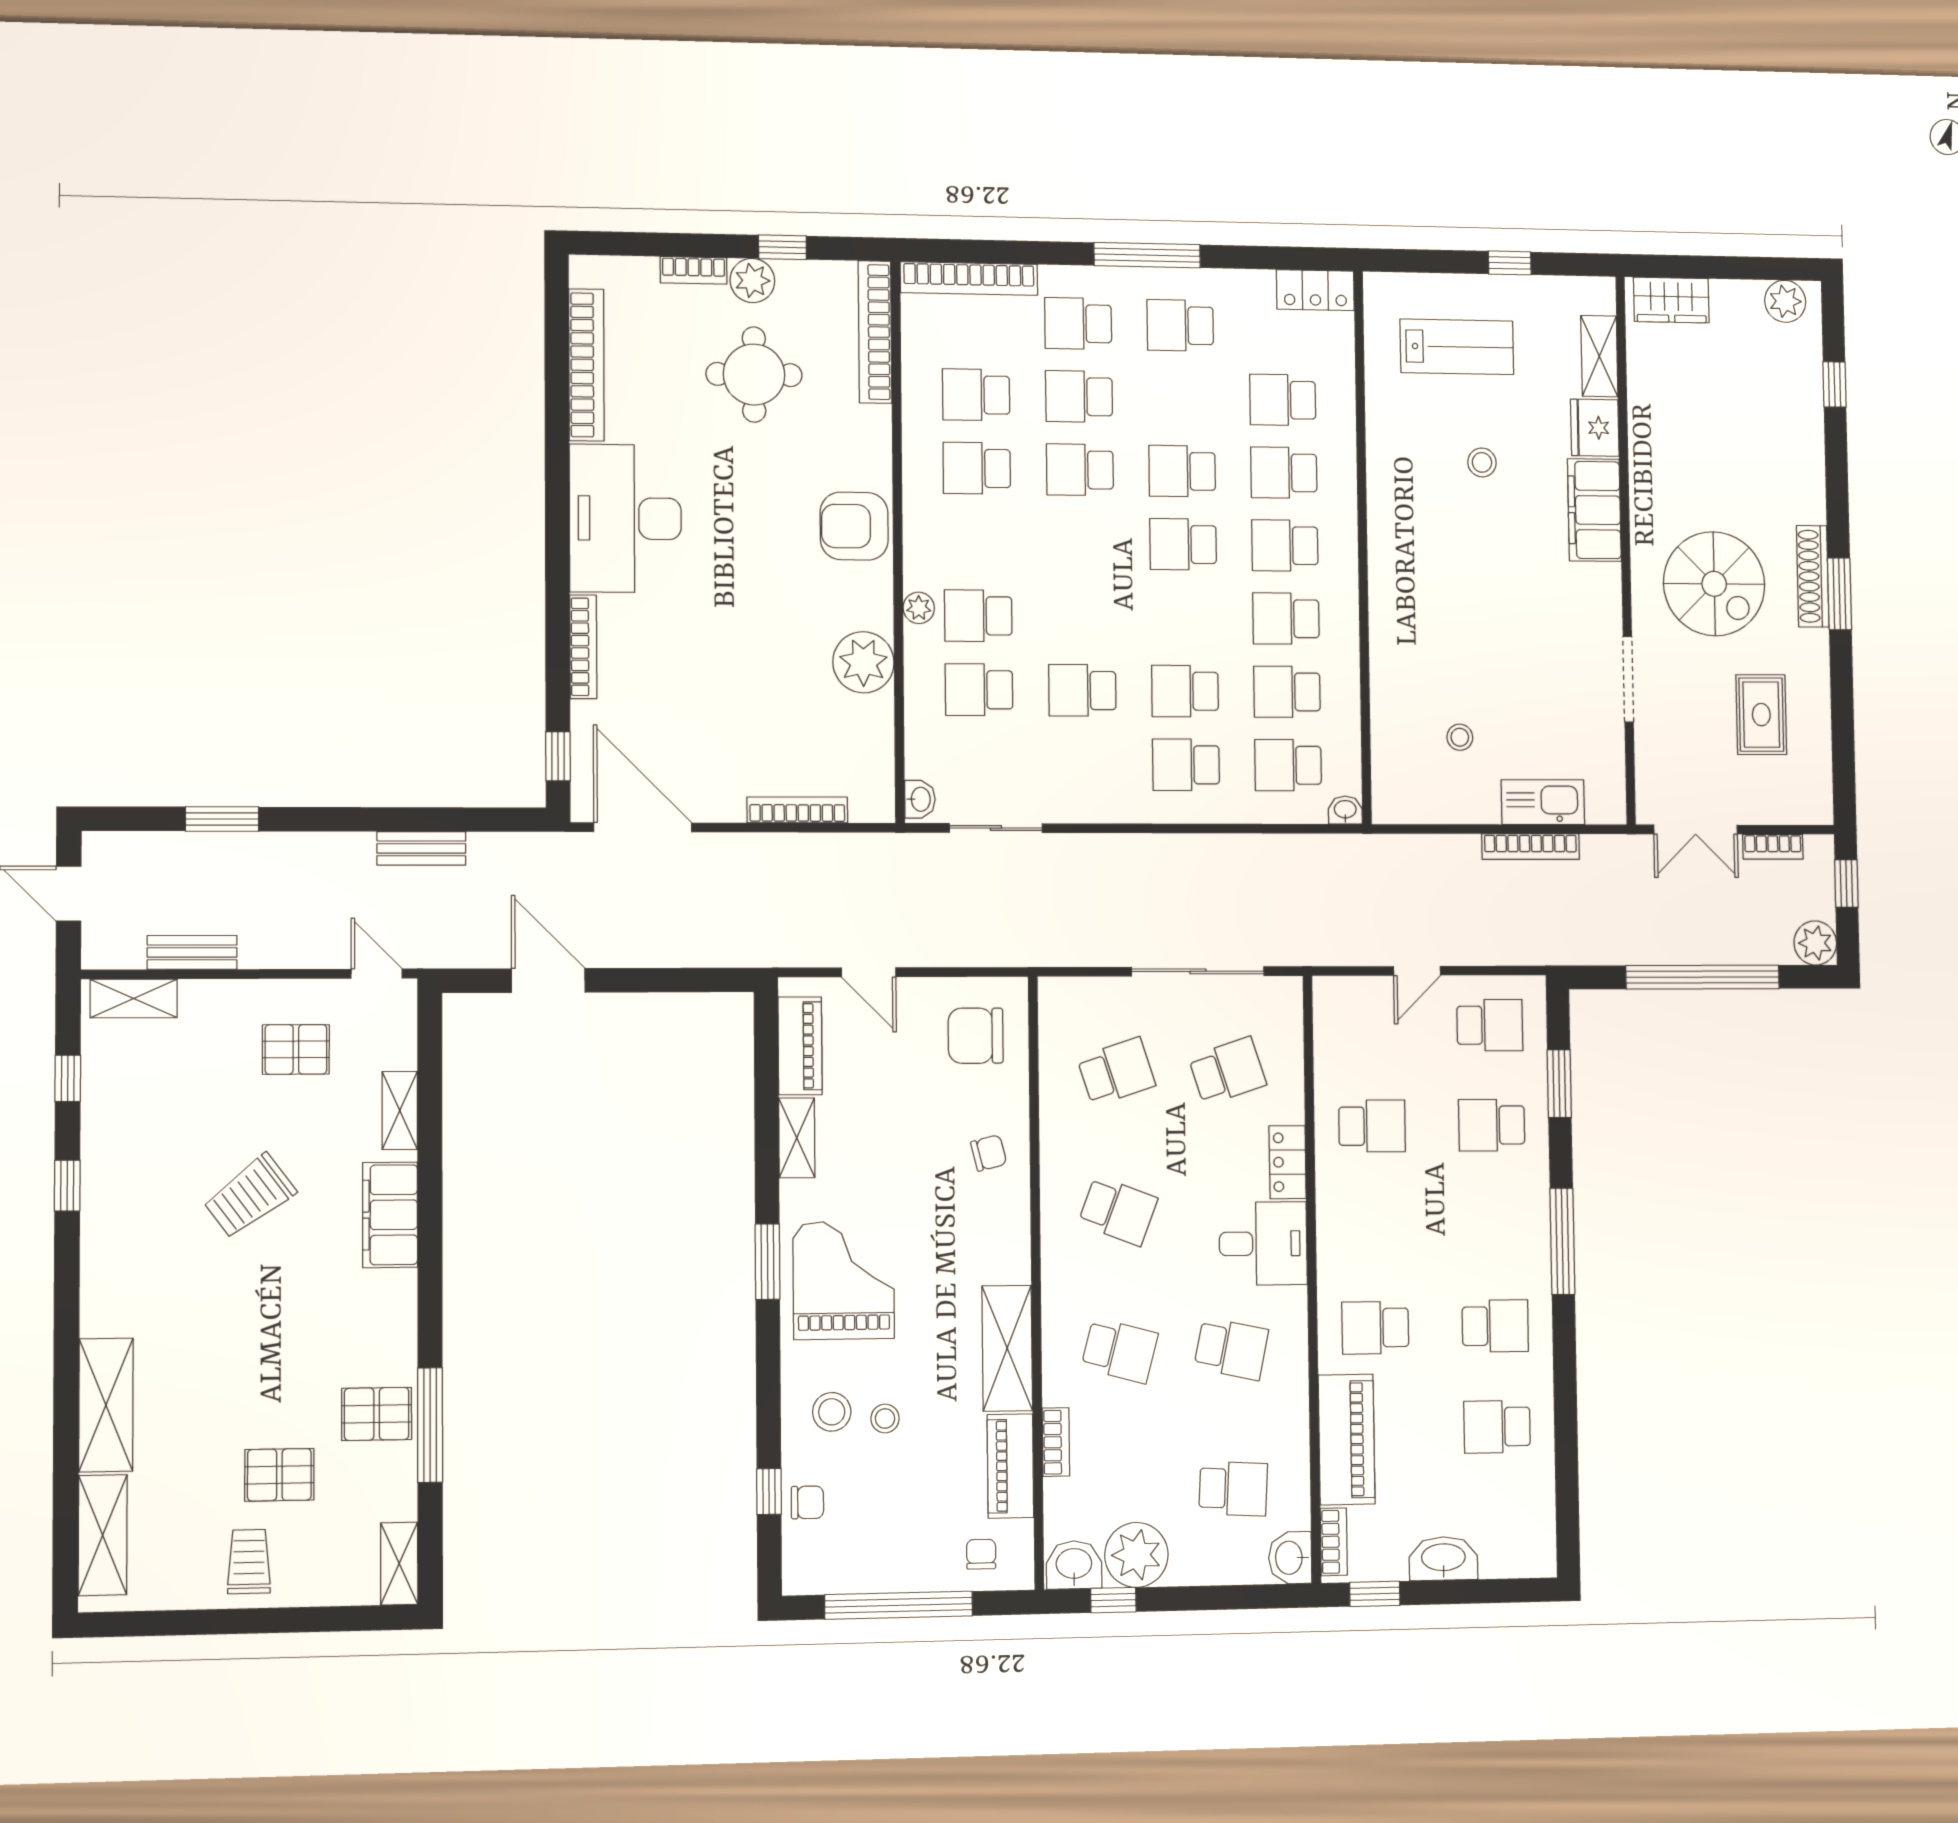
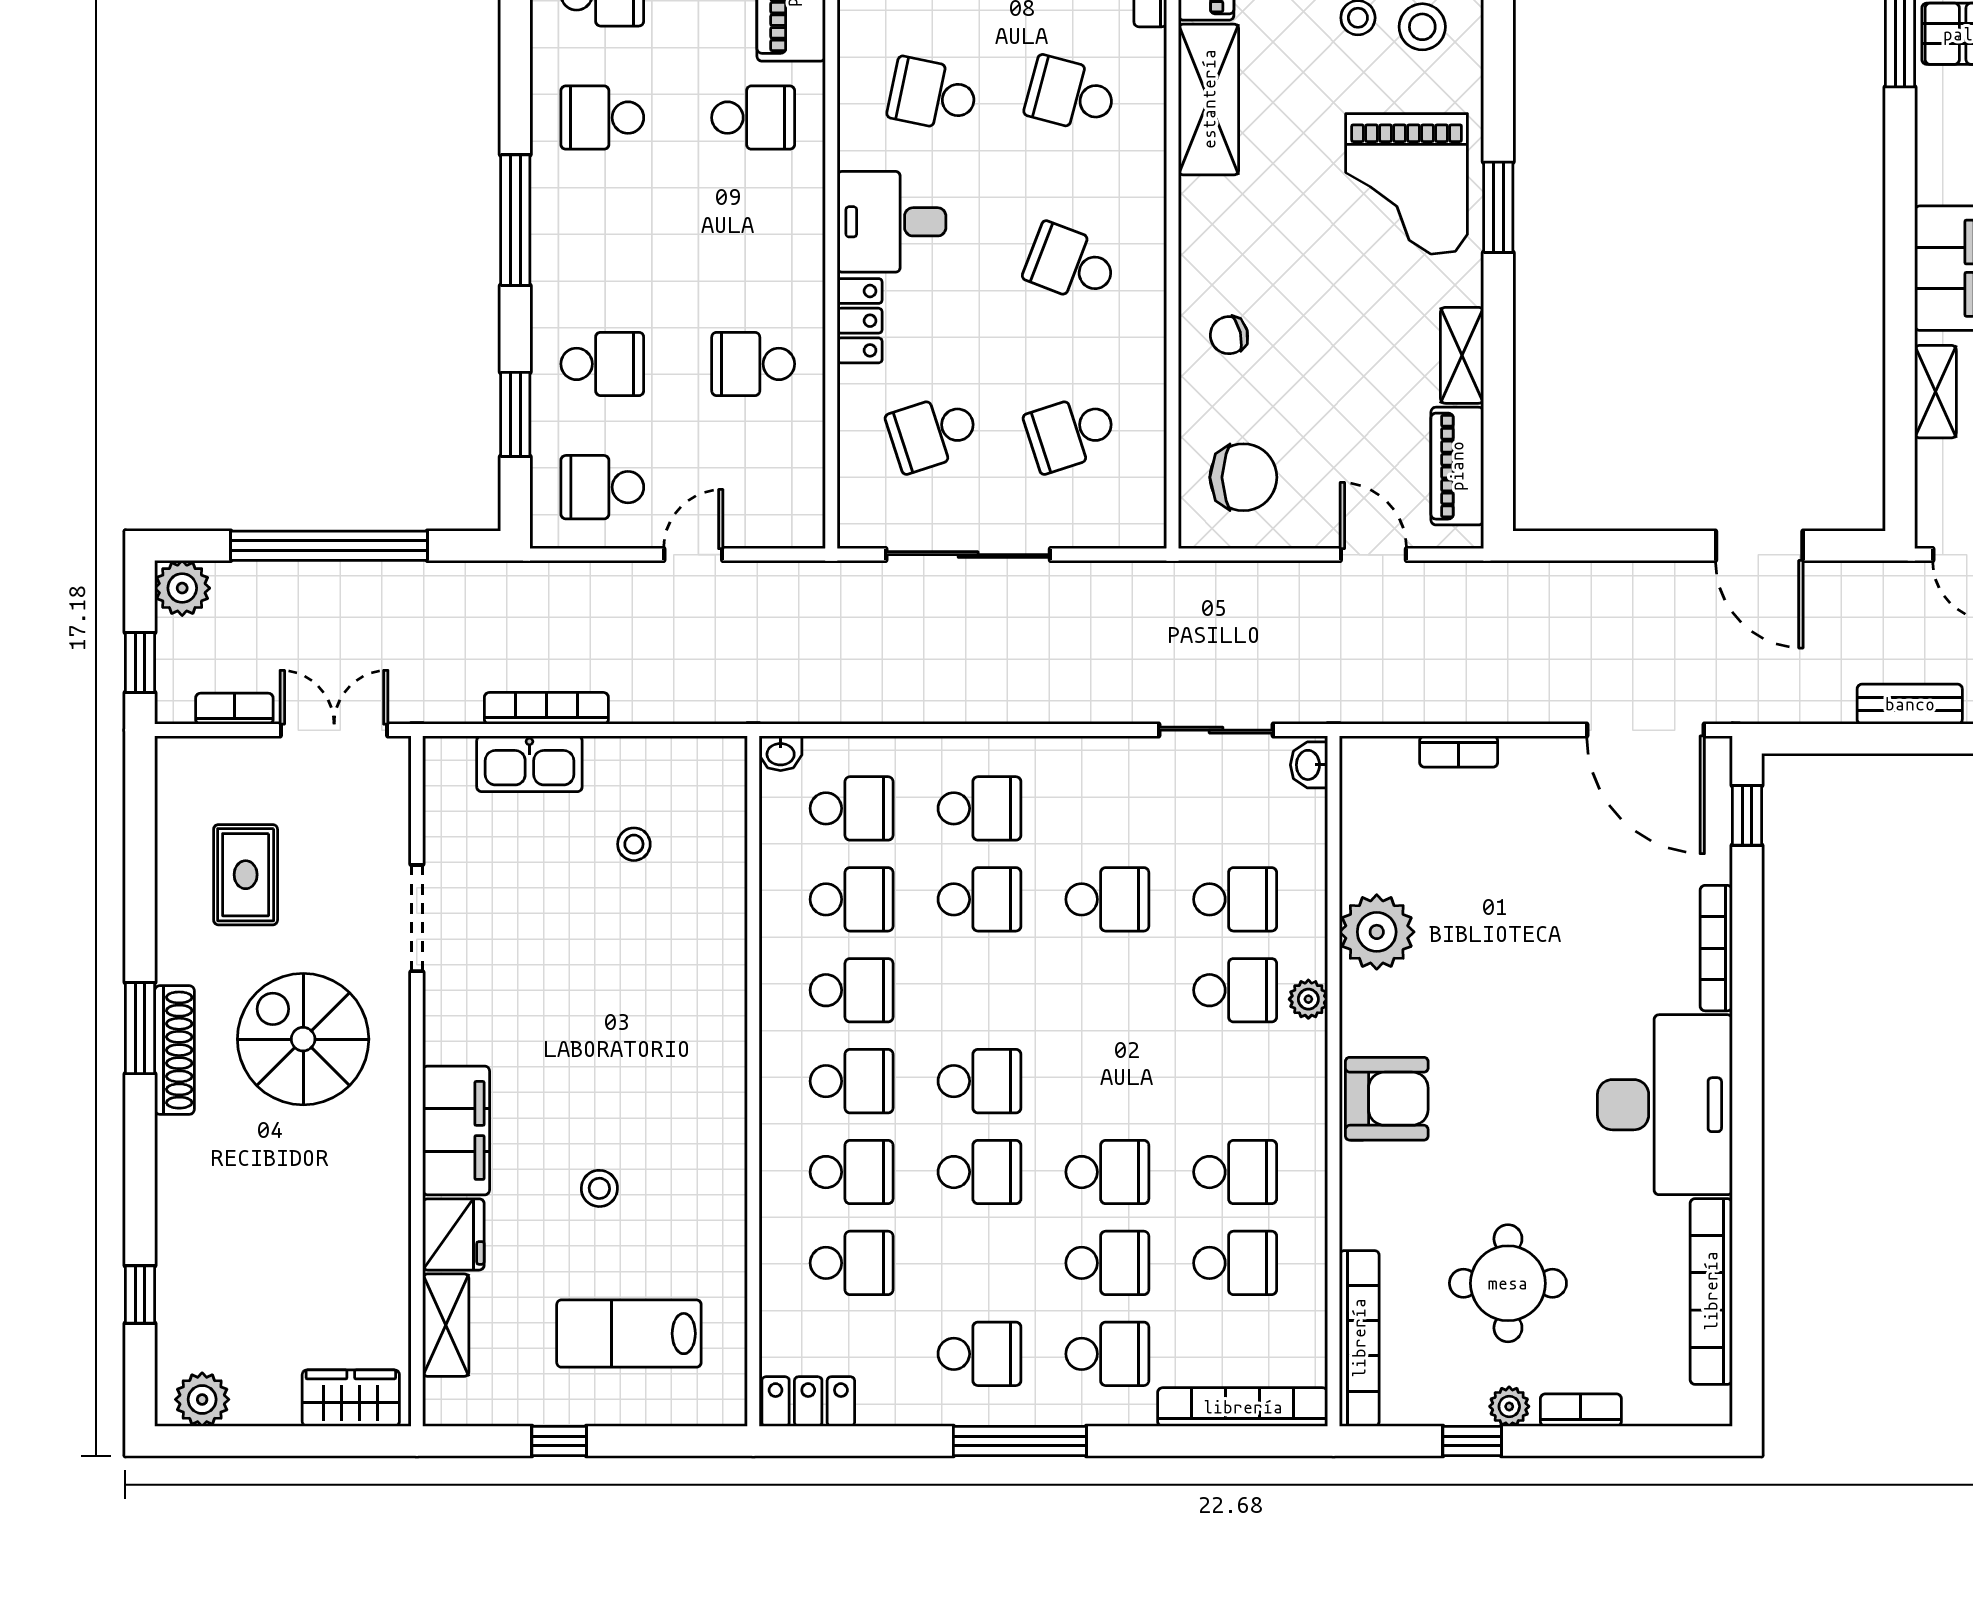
plant: (752, 281) -> (1509, 1406), width x0.73, depth x0.73
bookcase: (797, 810) -> (1459, 752), width x0.64

